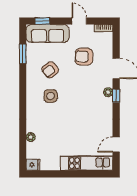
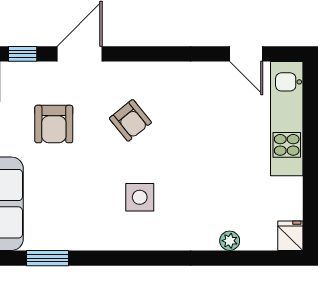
armchair: (50, 70) -> (130, 120), moved
plant: (108, 92) -> (132, 71), removed
window: (116, 96) -> (23, 54), moved

